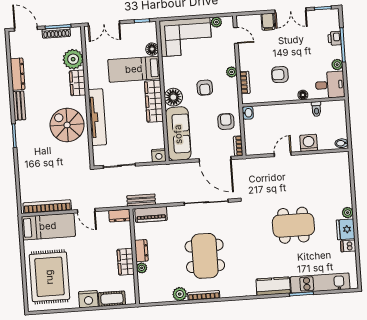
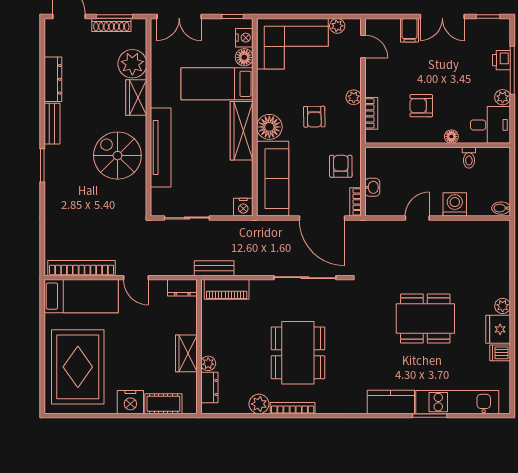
nightstand: (151, 35) -> (244, 38), added
washbasin: (248, 113) -> (372, 187), moved
dresser: (141, 251) -> (209, 388), moved

